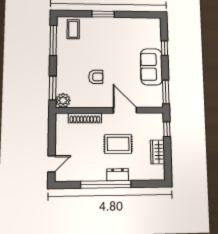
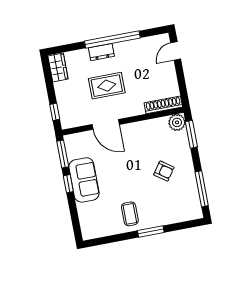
coffee table: (73, 29) -> (130, 214), moved
window: (165, 48) -> (68, 184), moved
armchair: (96, 77) -> (164, 171), moved, turned -145
shoe rack: (85, 118) -> (163, 105), moved
wardrobe: (158, 152) -> (58, 67), moved

